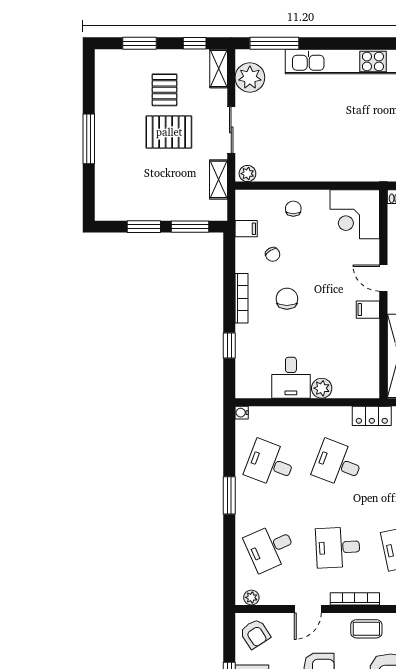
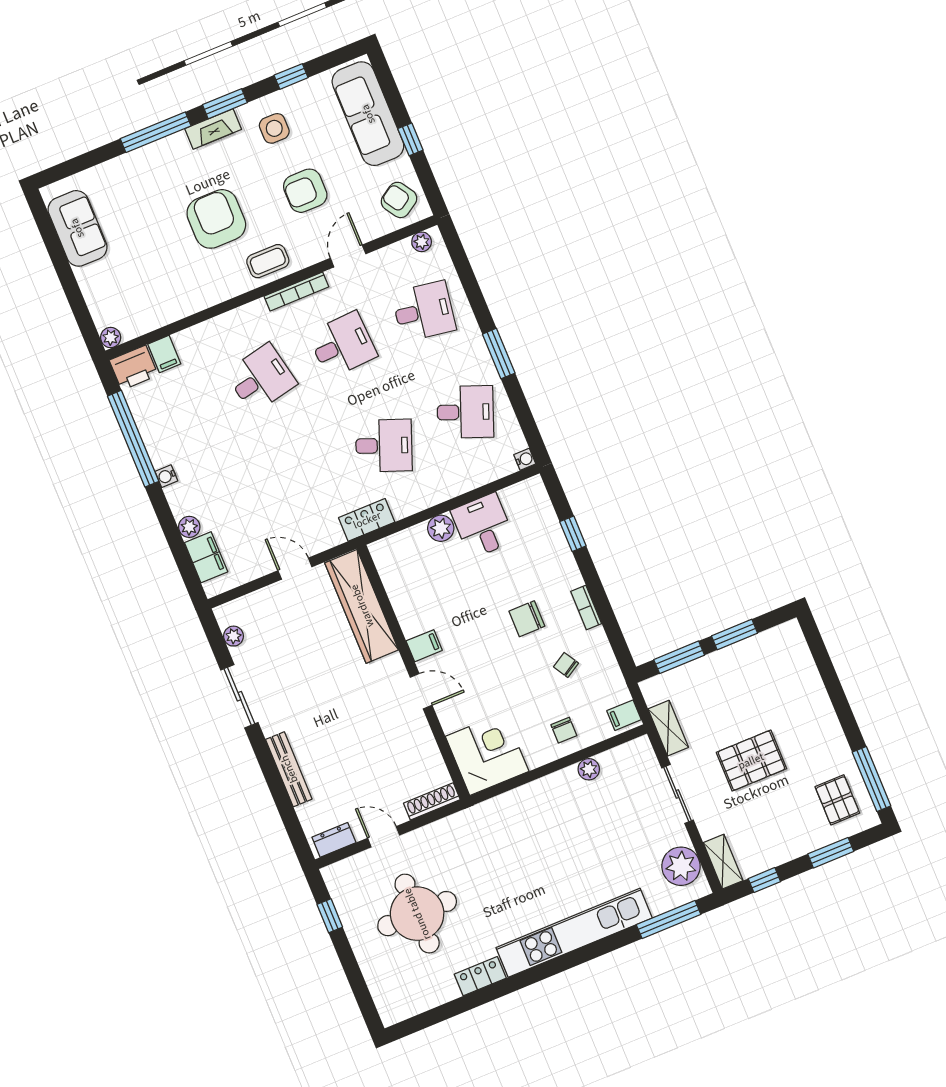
pallet: (164, 90) -> (837, 800), moved
window: (89, 139) -> (872, 779), moved
plant: (247, 174) -> (589, 769), moved
filing cabinet: (246, 229) -> (624, 715), moved
bookcase: (242, 298) -> (586, 608), width x0.64
chair: (287, 299) -> (527, 619), turned 90
desk: (270, 547) -> (424, 311), turned 33

